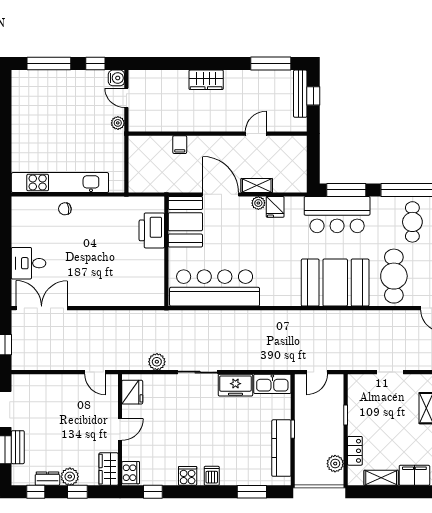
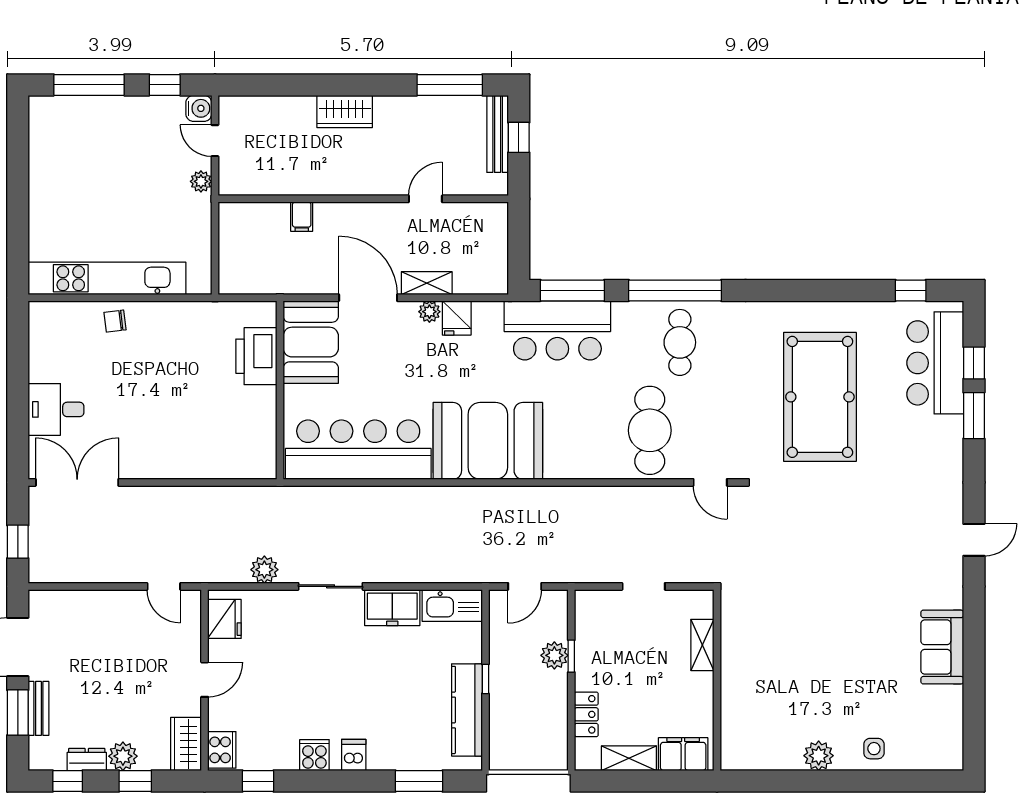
booth: (335, 283) -> (488, 441), moved
plant: (335, 464) -> (554, 655), moved

